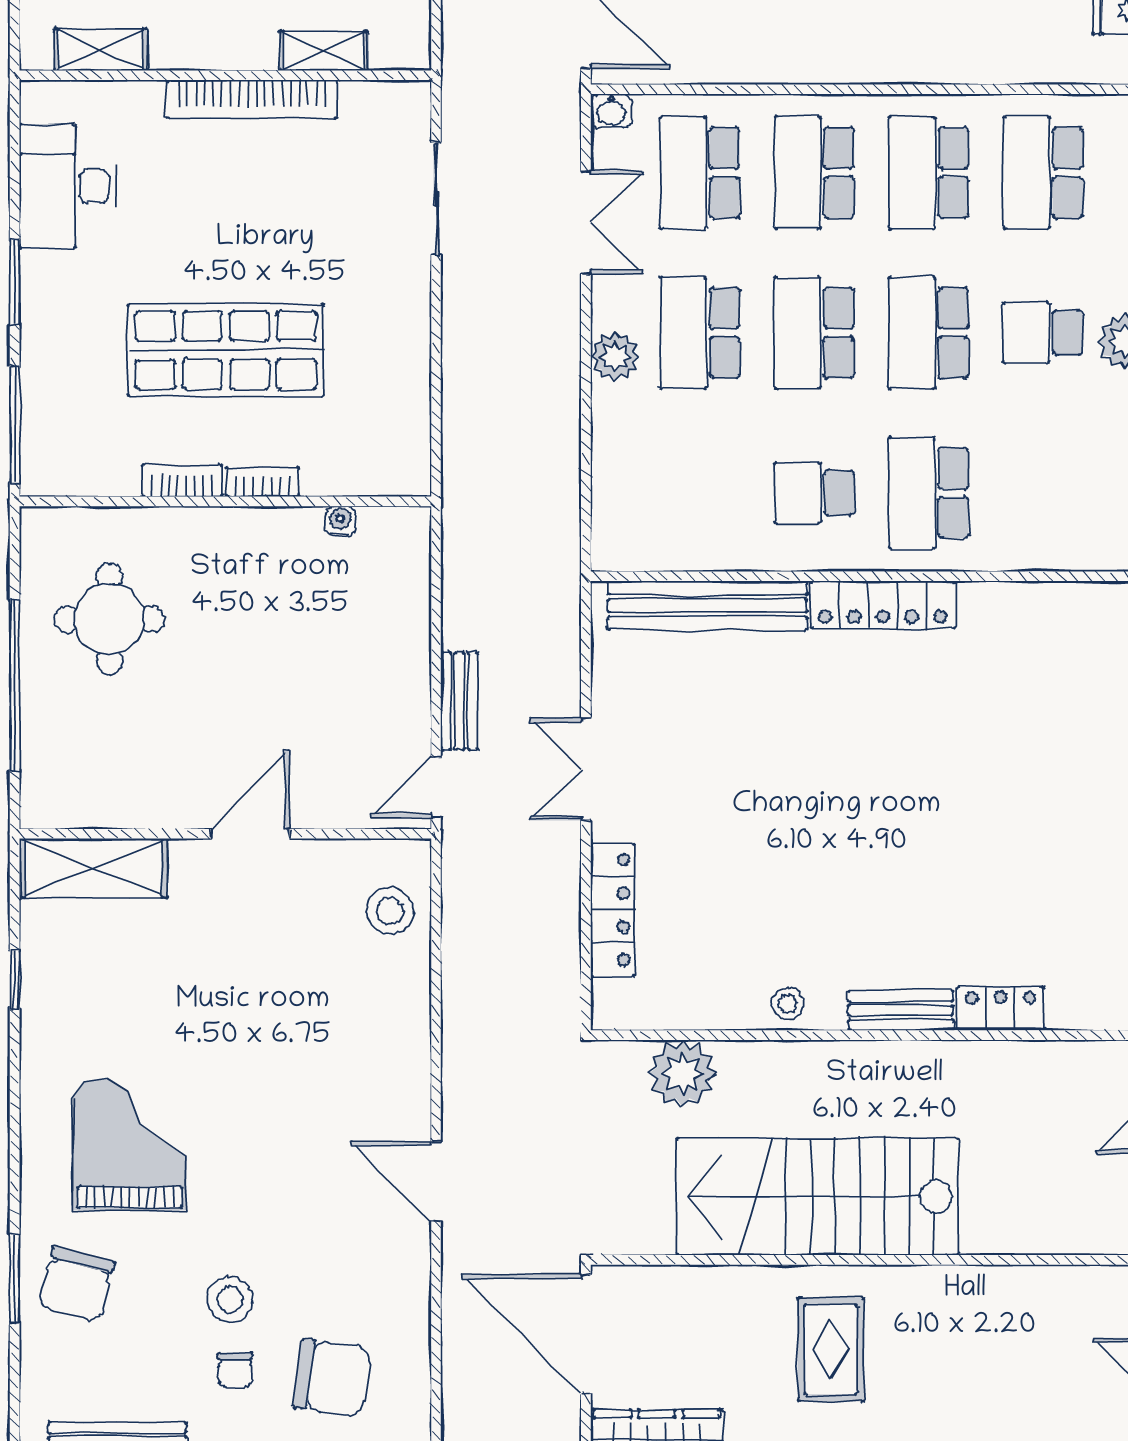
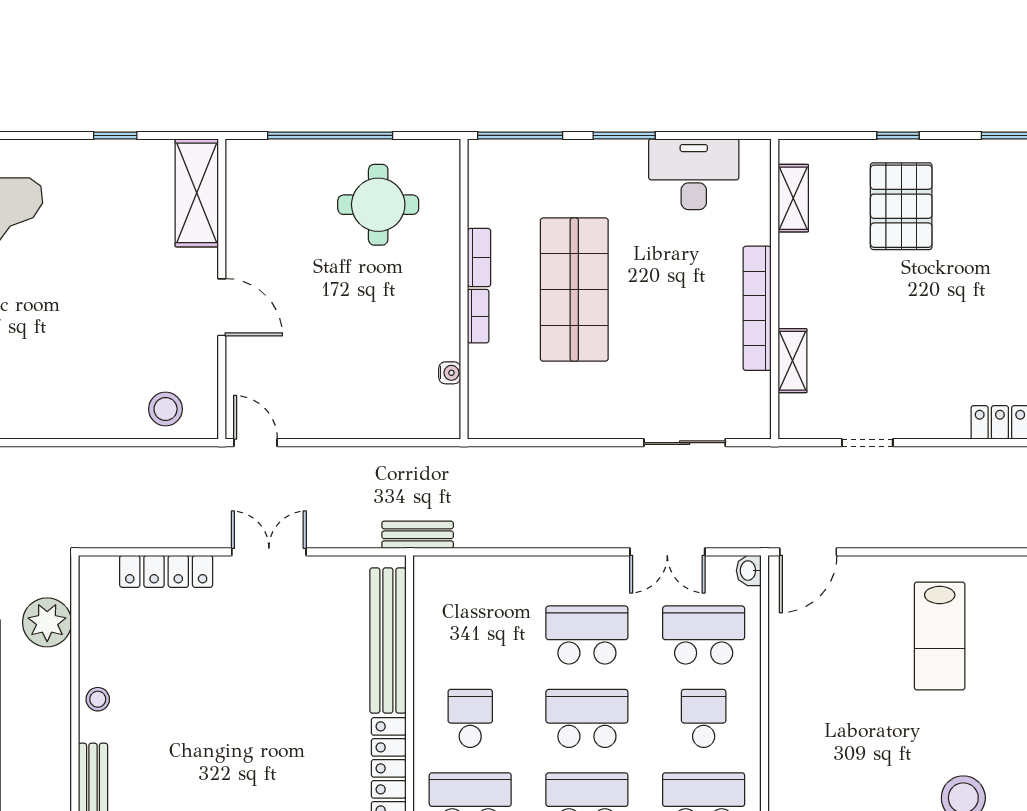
school desk: (814, 173) -> (704, 718), width x0.54
plant: (615, 356) -> (570, 573), removed
bench: (459, 701) -> (418, 535), moved

